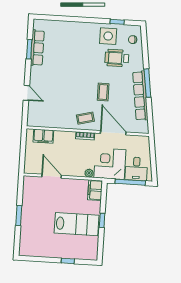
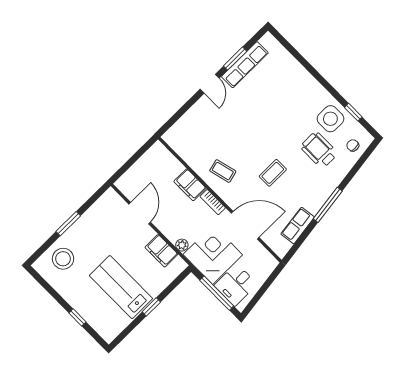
door: (26, 93) -> (210, 84), moved
row of seats: (140, 96) -> (298, 226), width x0.50
coffee table: (85, 118) -> (223, 171), moved
door: (113, 133) -> (245, 225), hinge flipped
filing cabinet: (43, 136) -> (190, 185), moved
filing cabinet: (95, 190) -> (161, 251), moved, turned -90
lab bench: (77, 224) -> (121, 287), turned 180
stool: (32, 237) -> (63, 259), added

